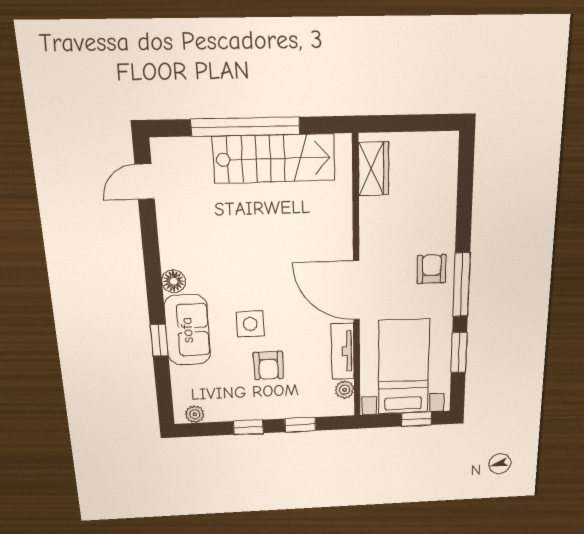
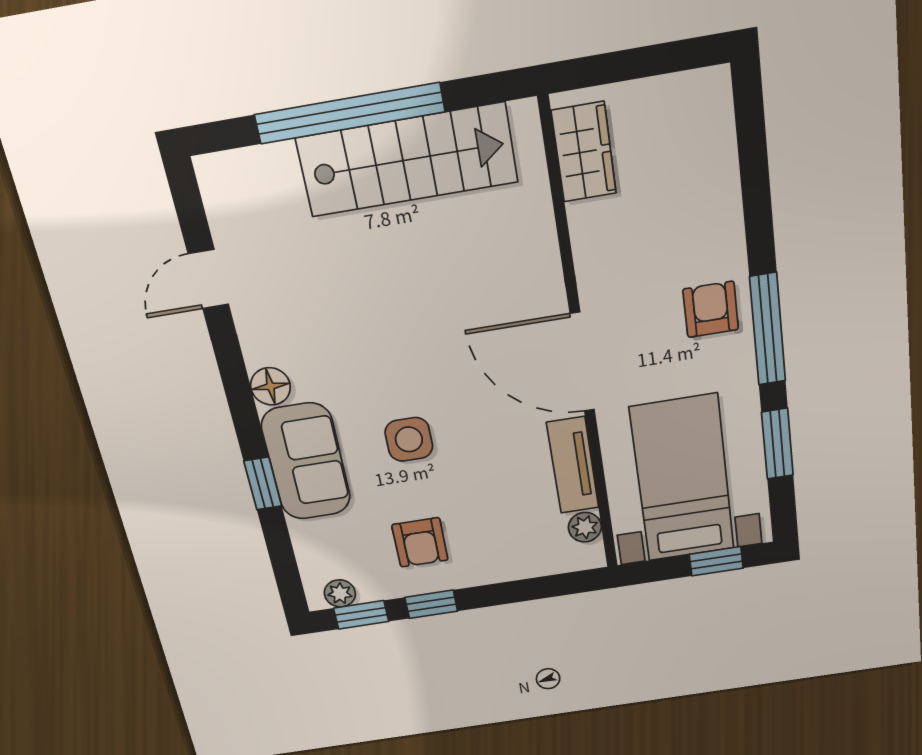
door: (145, 182) -> (208, 279), moved
armchair: (268, 366) -> (420, 542), moved
window: (300, 425) -> (361, 615), moved

